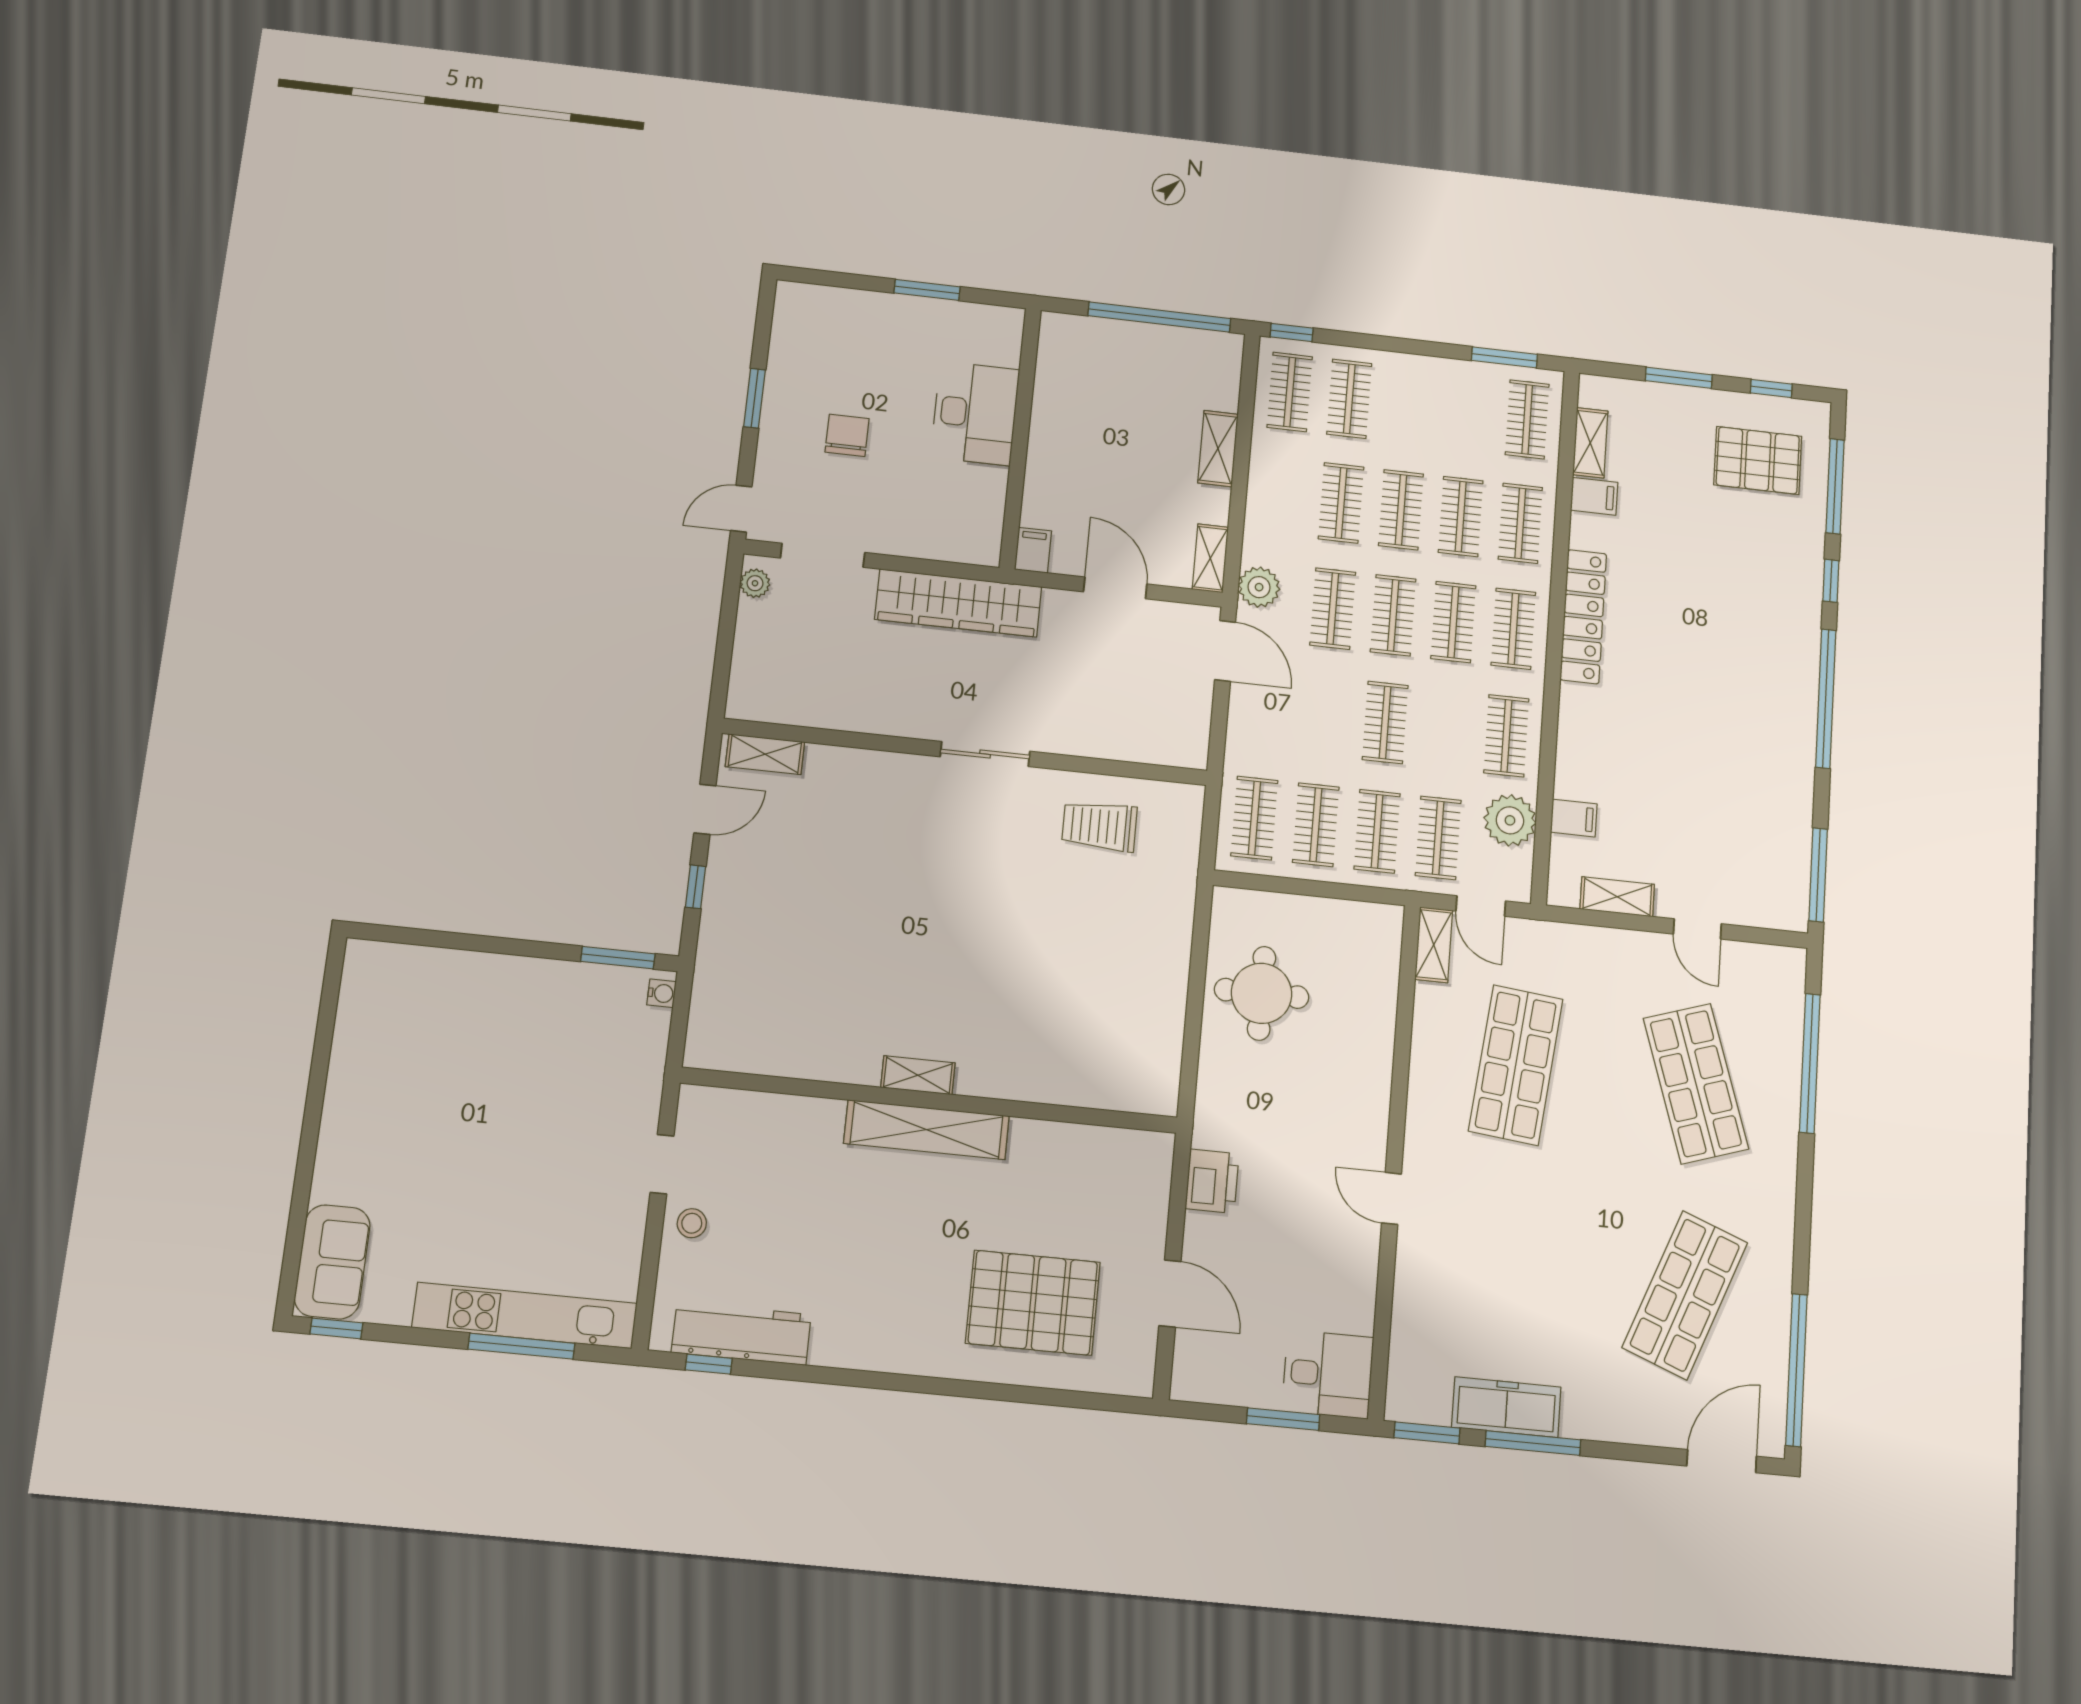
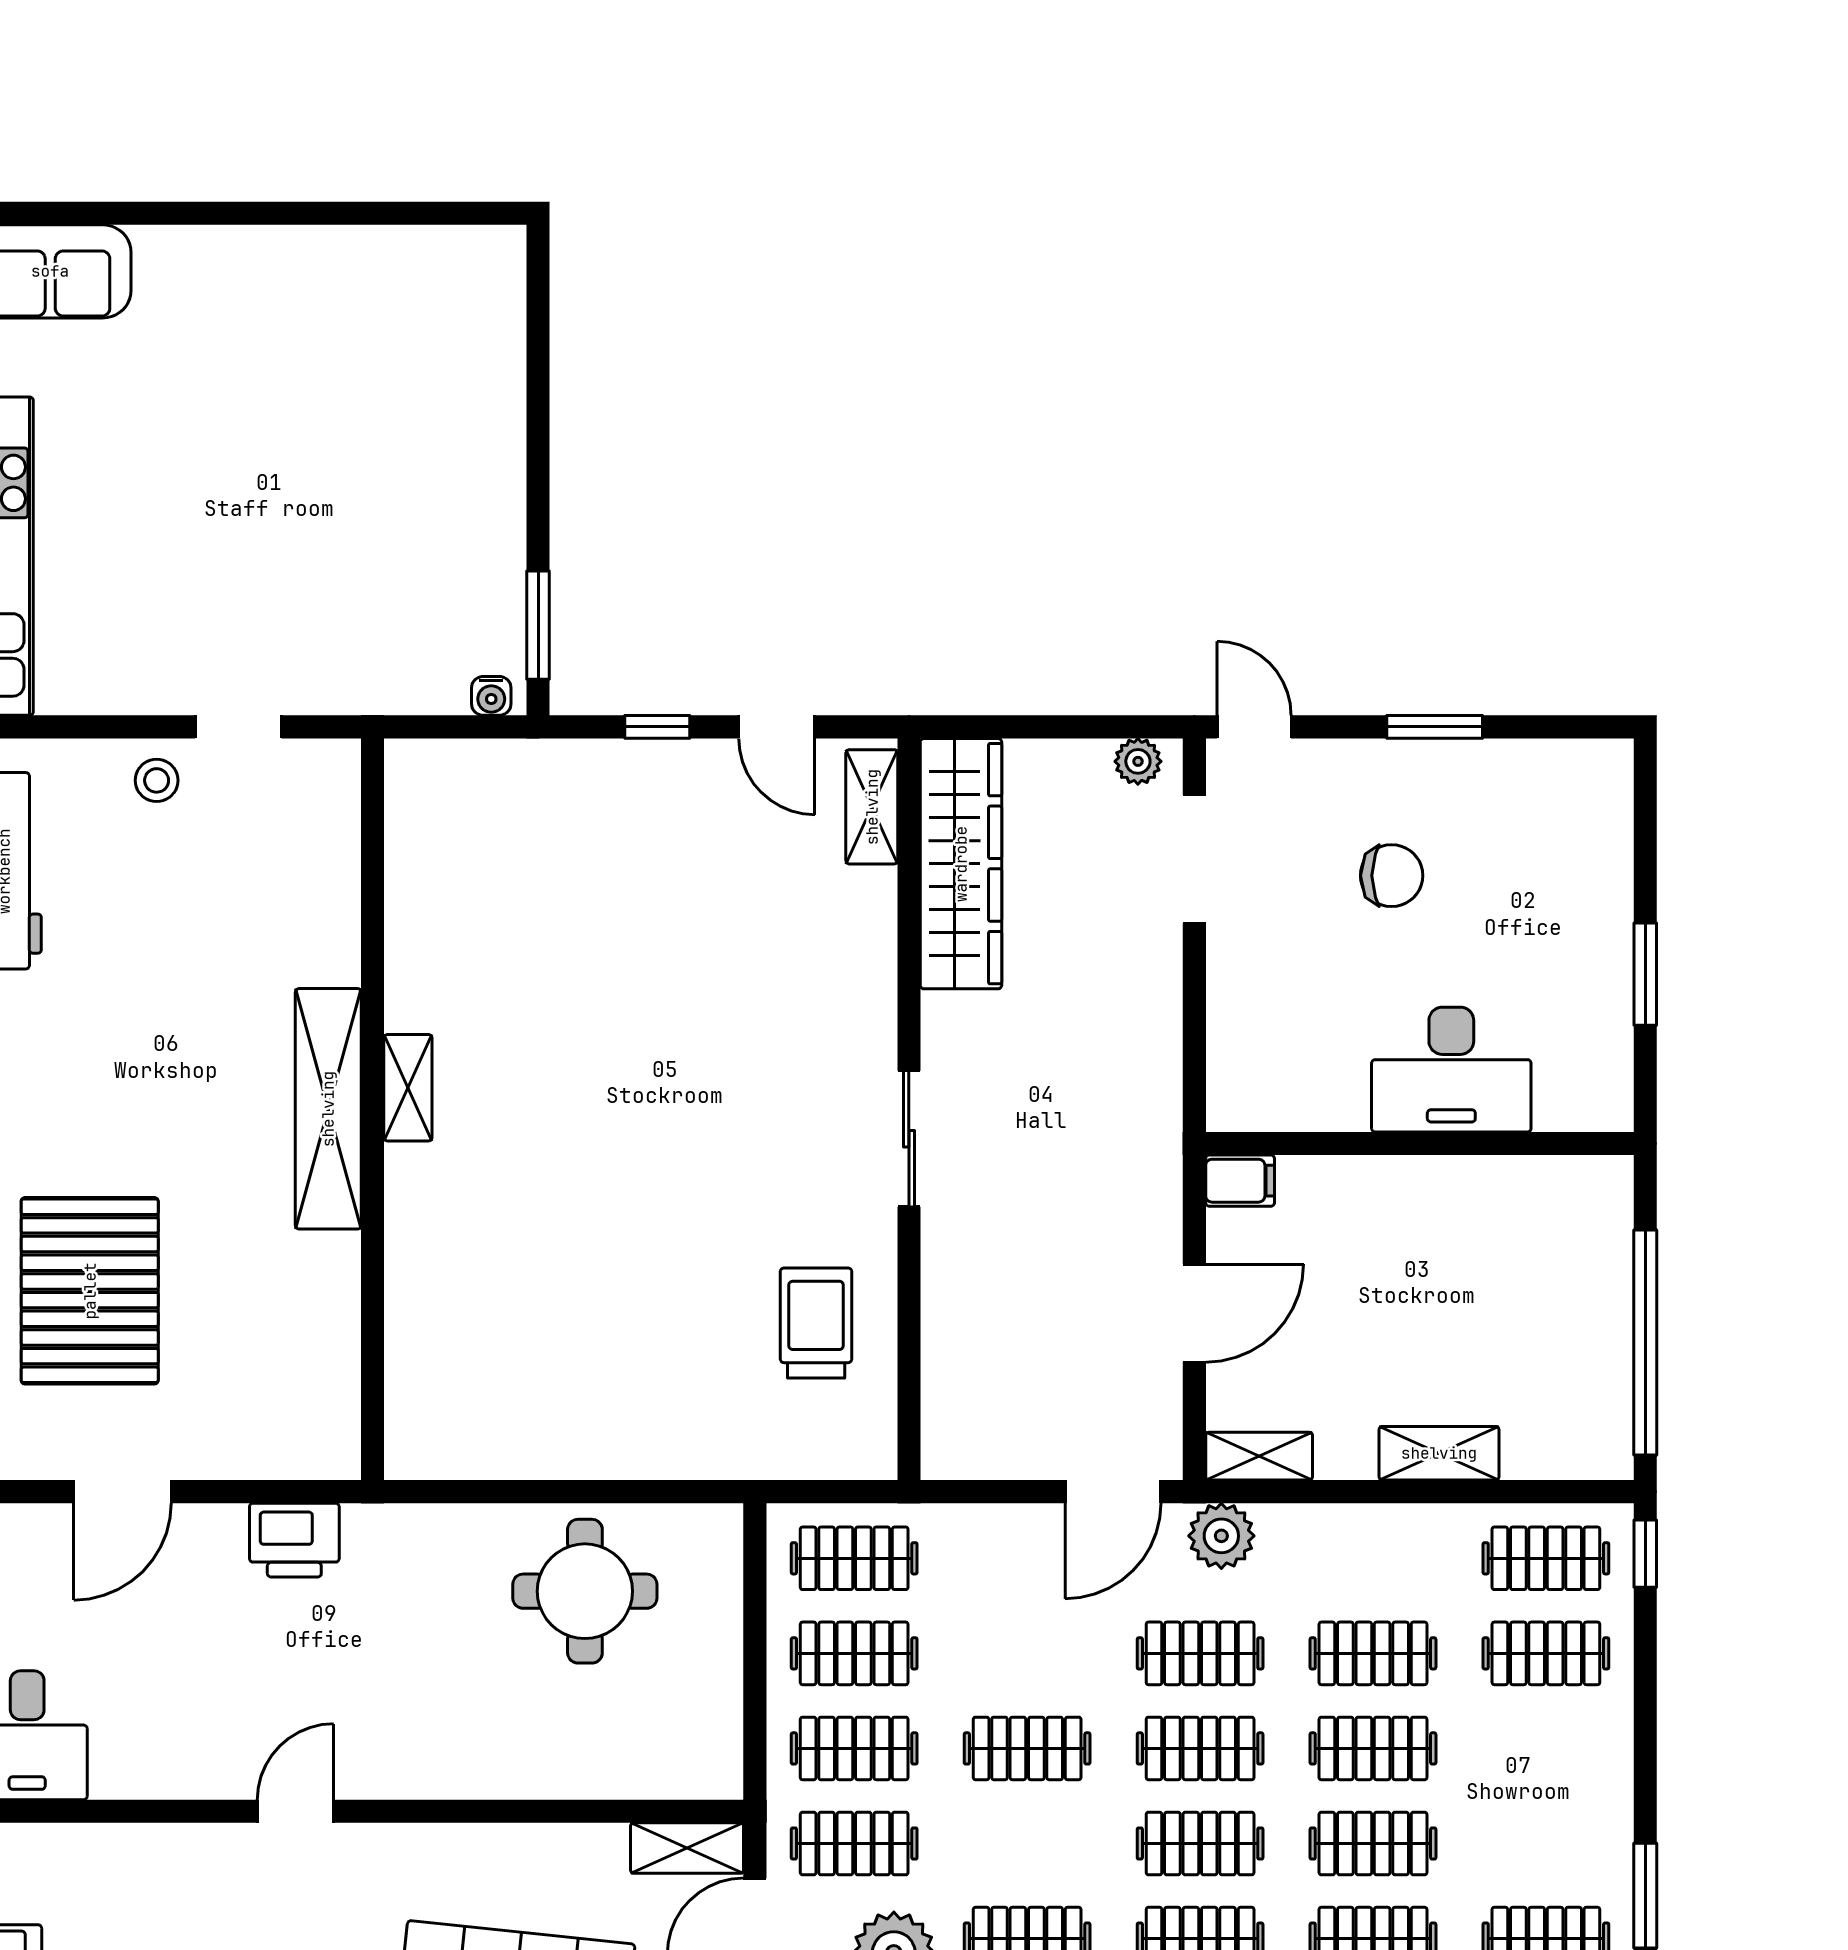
wardrobe: (958, 603) -> (961, 864), moved, turned 180

